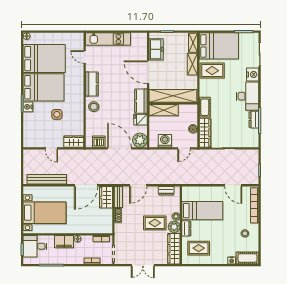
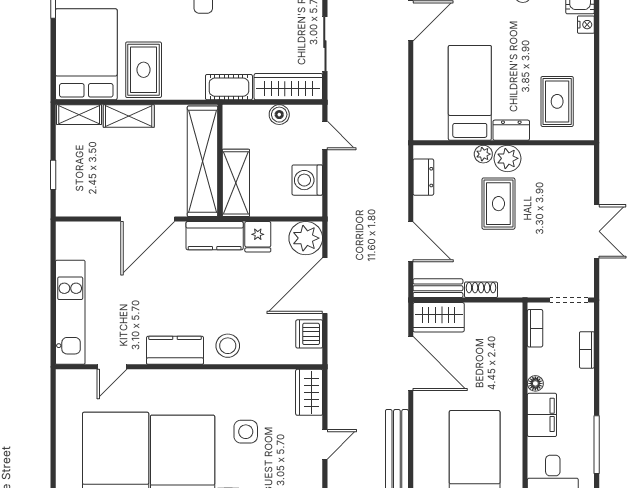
freezer: (156, 49) -> (94, 200), removed
wardrobe: (174, 249) -> (559, 159), removed

